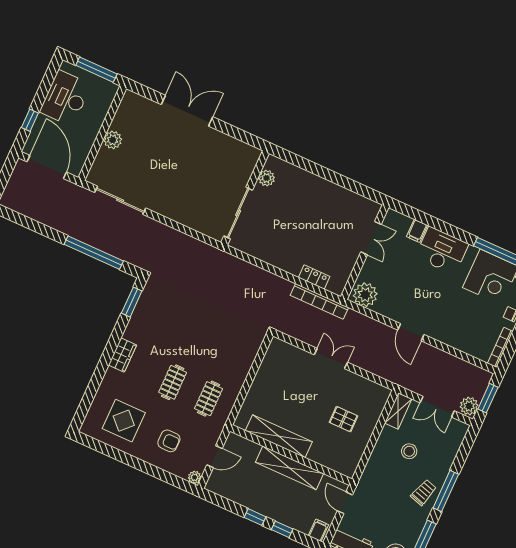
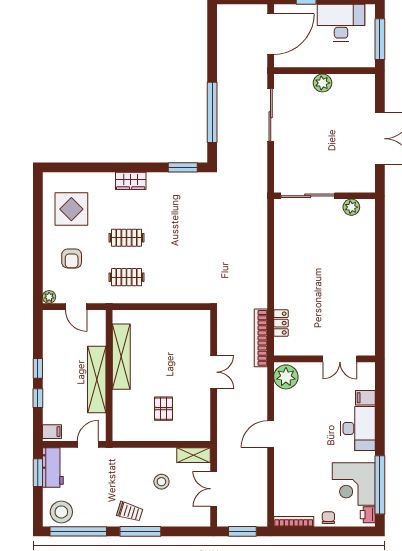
plant: (267, 178) -> (351, 207), moved
wall: (245, 198) -> (324, 196), moved
sliding door: (238, 213) -> (308, 196), moved
plant: (469, 406) -> (227, 518), removed

